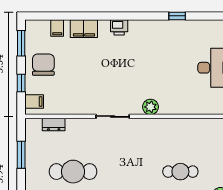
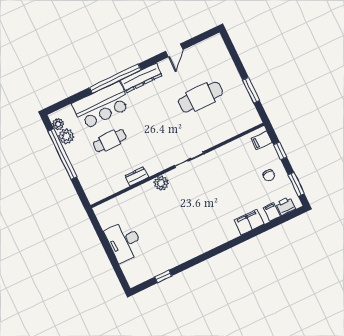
window: (177, 16) -> (163, 276), moved
printer: (119, 27) -> (286, 206), moved
chair: (43, 65) -> (269, 175), width x0.54, depth x0.54
dresser: (54, 125) -> (137, 176), moved

